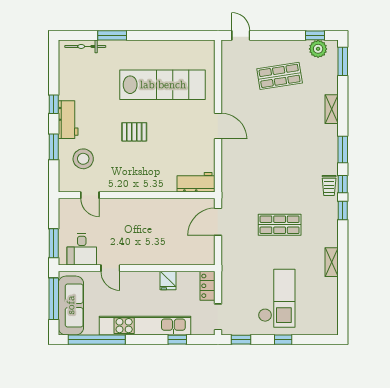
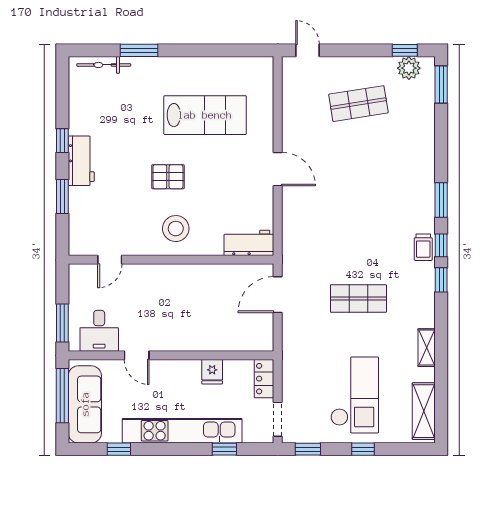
lab bench: (163, 85) -> (205, 115), width x0.73
shelving: (332, 109) -> (424, 411), moved, width x1.50, depth x1.33
stool: (83, 159) -> (176, 229), moved
door: (90, 195) -> (110, 260), hinge flipped
window: (97, 340) -> (119, 449), width x0.32

